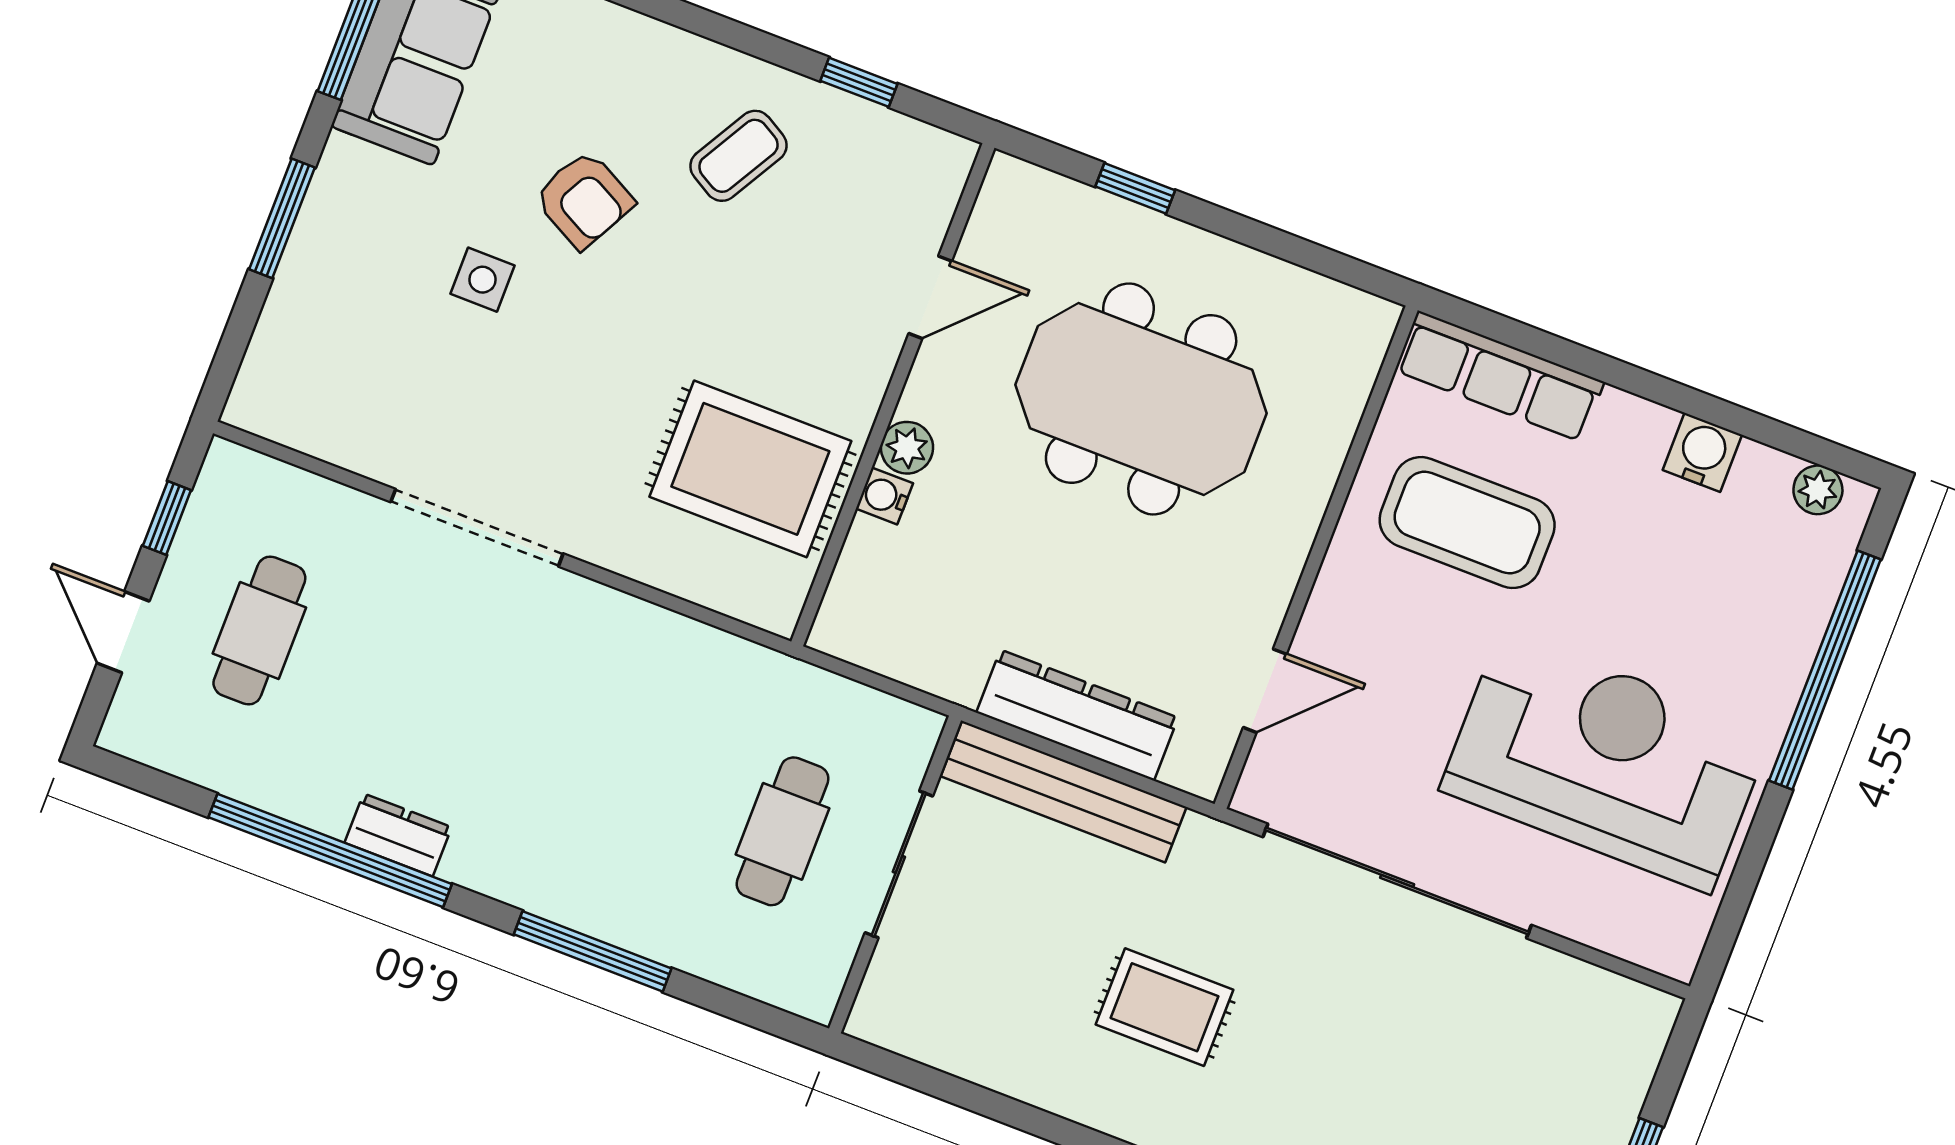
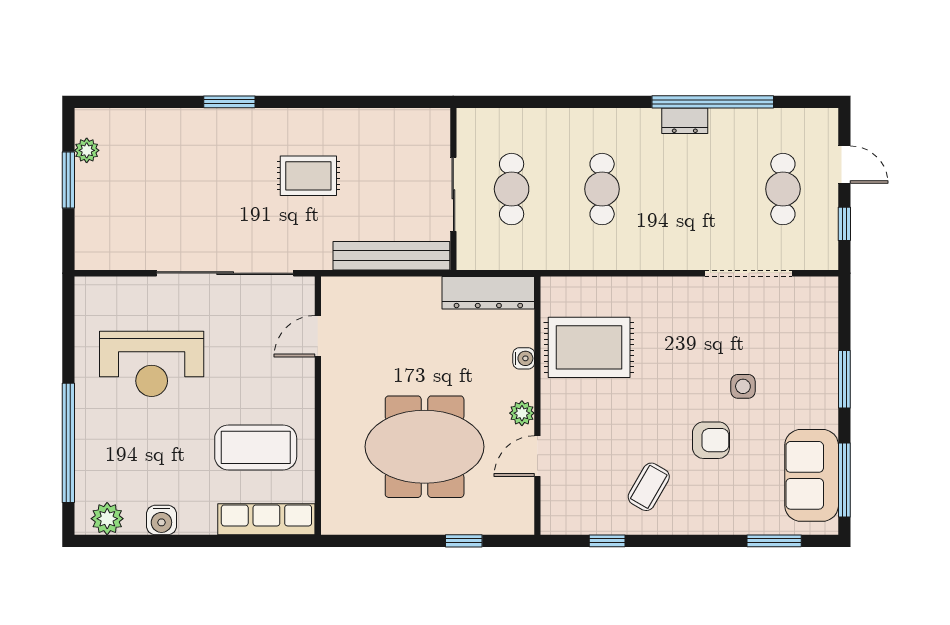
armchair: (584, 200) -> (711, 440), turned 152
plant: (907, 448) -> (522, 413), moved
plant: (1818, 490) -> (107, 519), width x1.38, depth x1.38
doorway: (477, 528) -> (749, 273), moved
dresser: (1077, 715) -> (488, 293), moved
reception desk: (1606, 761) -> (152, 364), width x0.74, depth x0.77
cafe table: (608, 764) -> (602, 189), added
window: (593, 951) -> (577, 102), removed

